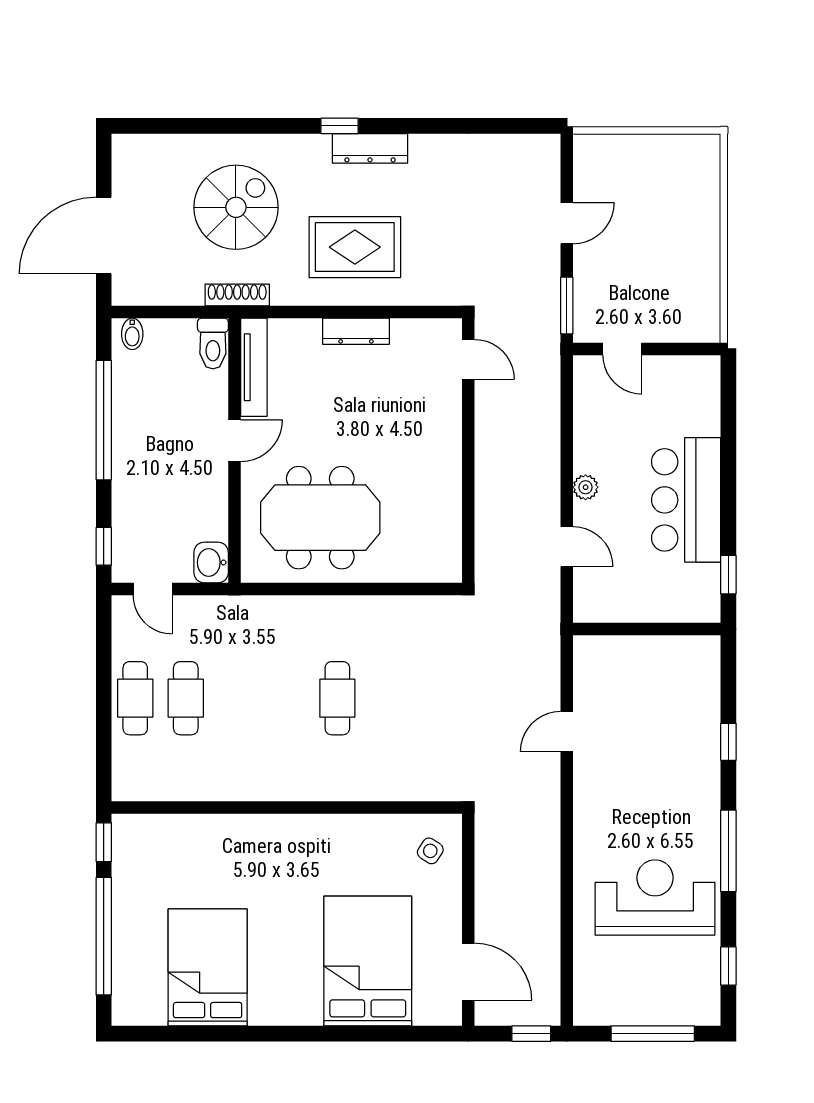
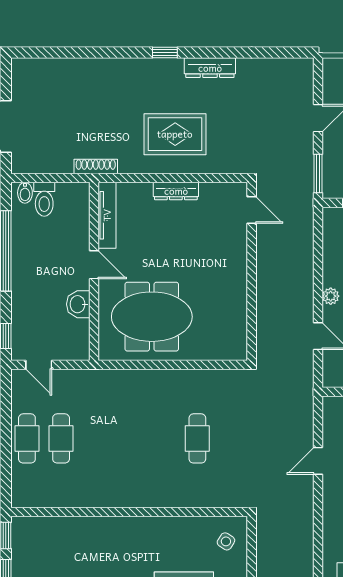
dresser: (370, 148) -> (210, 68), moved
spiral stairs: (236, 207) -> (95, 107), removed
toilet: (213, 344) -> (44, 199), moved
door: (234, 441) -> (94, 265), hinge flipped
washbasin: (211, 562) -> (78, 304), moved
cafe table: (337, 698) -> (197, 438), moved

